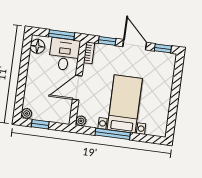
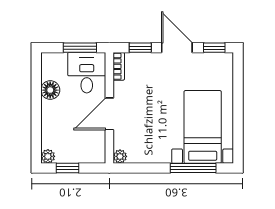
floor lamp: (37, 46) -> (50, 90), moved
bed with nightstands: (125, 104) -> (203, 127), moved
window: (113, 134) -> (193, 168), moved

